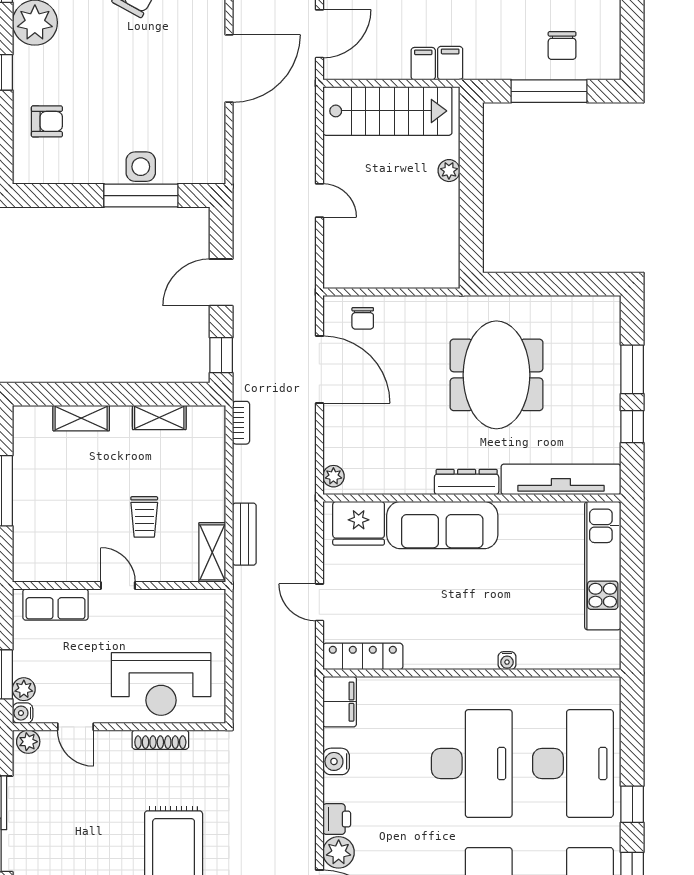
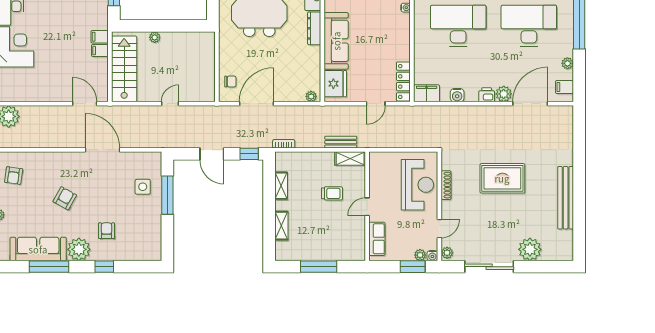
armchair: (47, 121) -> (107, 231), moved
side table: (141, 167) -> (143, 187), moved

